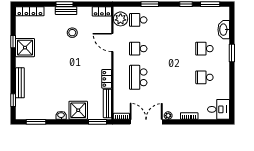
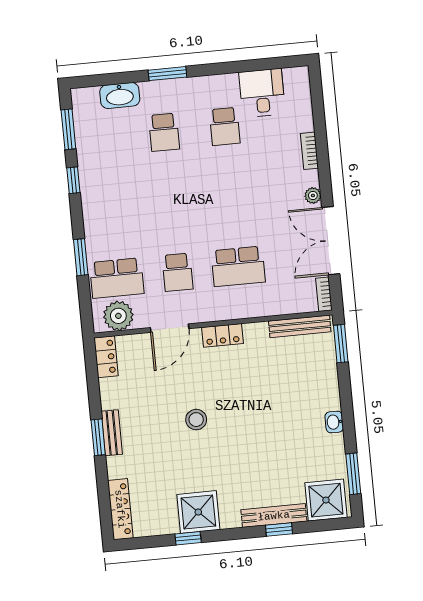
school desk: (138, 20) -> (117, 278), width x1.85
stool: (72, 33) -> (196, 420), moved
locker: (107, 79) -> (222, 335), moved
window: (13, 100) -> (279, 529), moved
desk: (218, 109) -> (262, 93), moved
shower: (78, 110) -> (326, 500), moved

